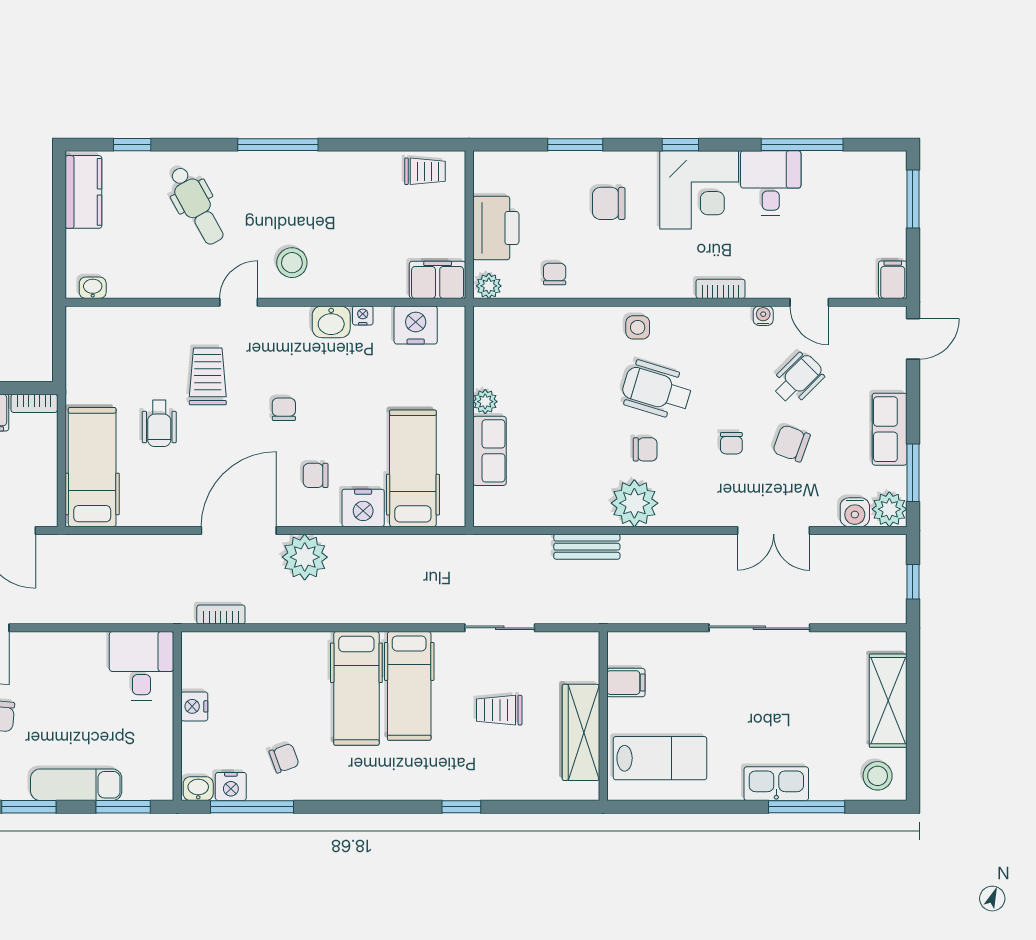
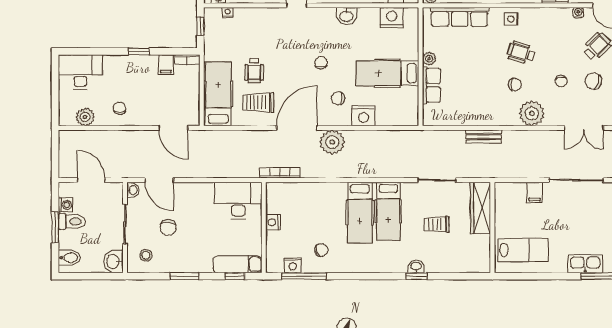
nightstand: (363, 315) -> (228, 13), moved
row of seats: (542, 324) -> (460, 17), added
window: (59, 341) -> (200, 26), added
trolley: (208, 376) -> (258, 102), moved, turned -90
wheelchair: (657, 390) -> (521, 53), width x0.73, depth x0.73
hospital bed: (413, 468) -> (387, 73), moved, turned -90
plant: (634, 503) -> (532, 113), moved
bookcase: (221, 615) -> (280, 173), width x1.56
desk: (142, 666) -> (238, 201), width x1.37
filing cabinet: (626, 683) -> (535, 192), moved, turned 90
wardrobe: (581, 732) -> (480, 208), moved
exam couch: (76, 785) -> (237, 264), moved
washbasin: (198, 789) -> (416, 266), moved
window: (123, 807) -> (235, 276), width x0.67

